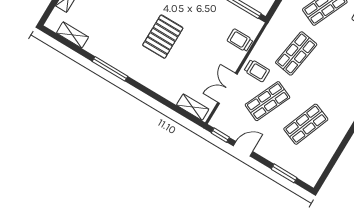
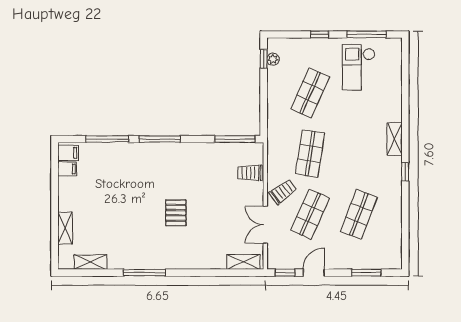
pallet: (163, 37) -> (176, 213), width x0.67, depth x0.71
trolley: (257, 71) -> (283, 192), turned -36

